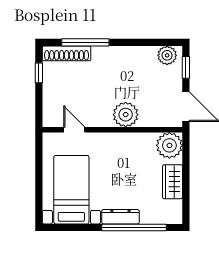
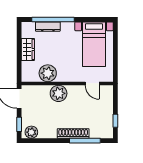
shoe rack: (67, 53) -> (73, 133), moved
plant: (169, 145) -> (48, 73), moved
dresser: (120, 217) -> (48, 27), moved

